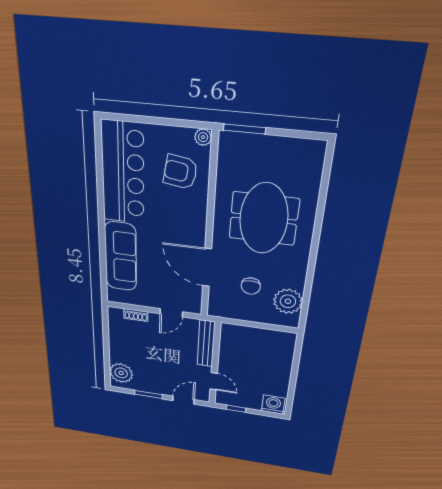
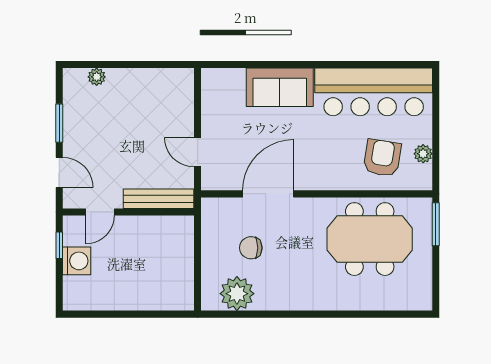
plant: (203, 137) -> (423, 154), moved
meeting table: (264, 219) -> (370, 239), moved
sofa: (121, 257) -> (280, 87), width x0.73
shoe rack: (136, 315) -> (187, 106), removed
plant: (121, 373) -> (97, 77), width x0.53, depth x0.53
washing machine: (273, 405) -> (77, 261), moved

